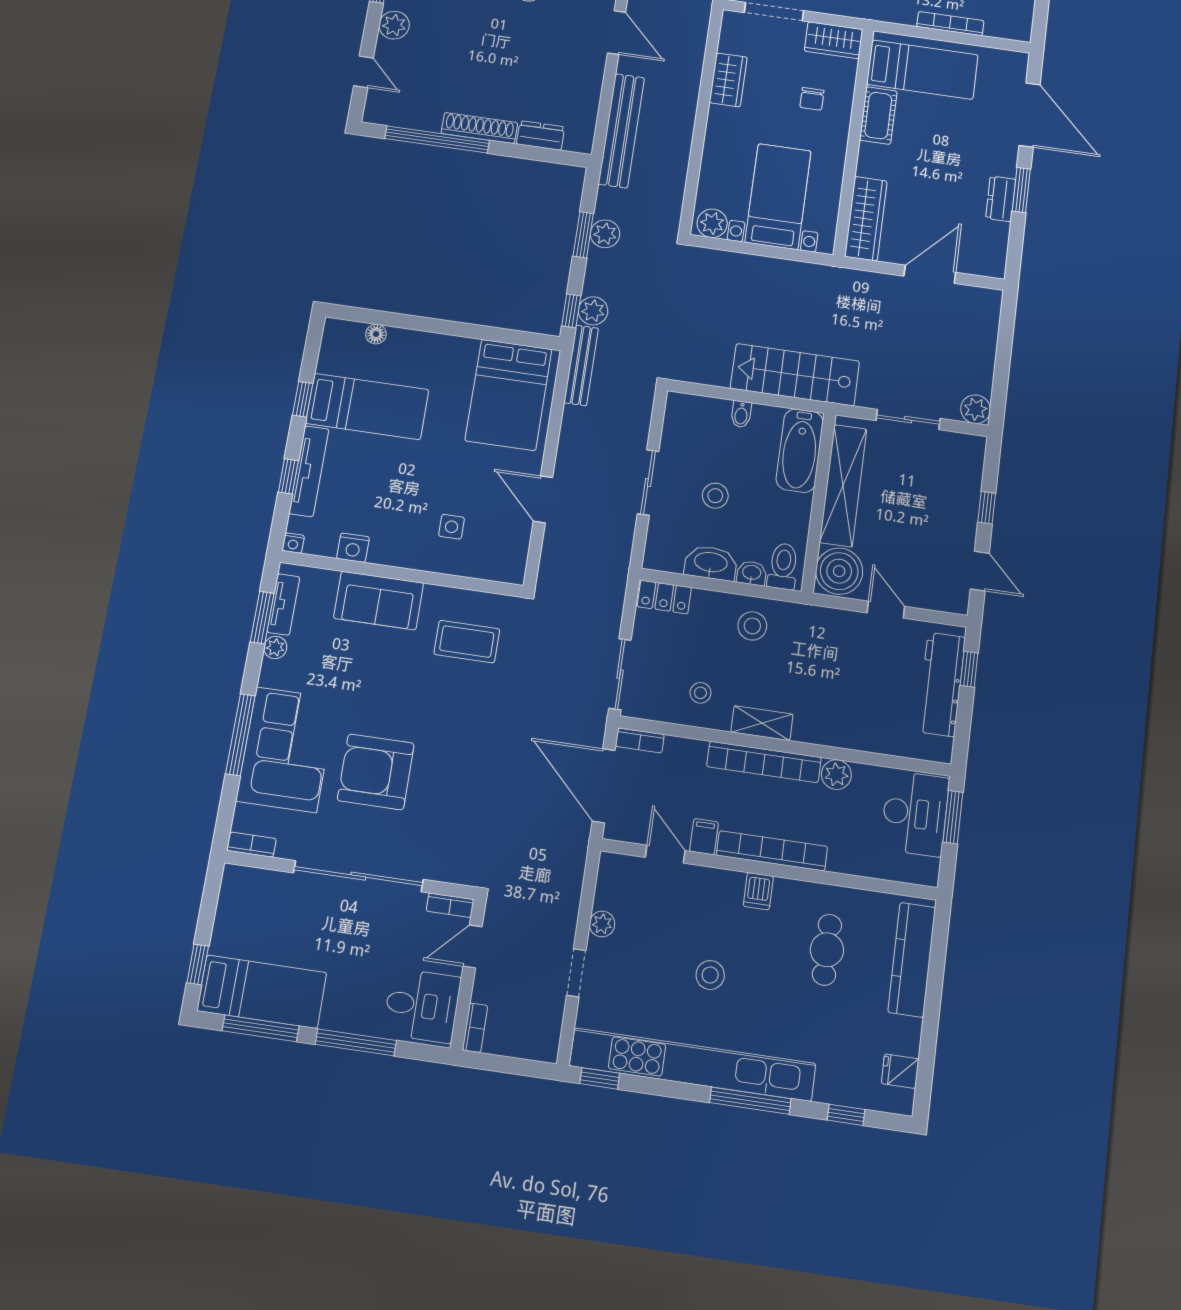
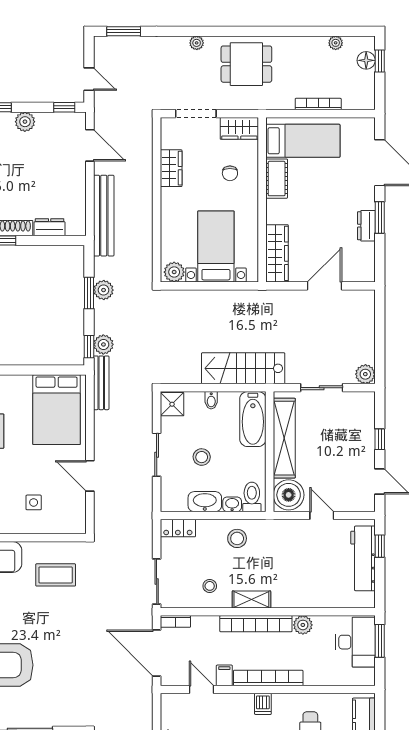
shower: (682, 412) -> (172, 404), added

